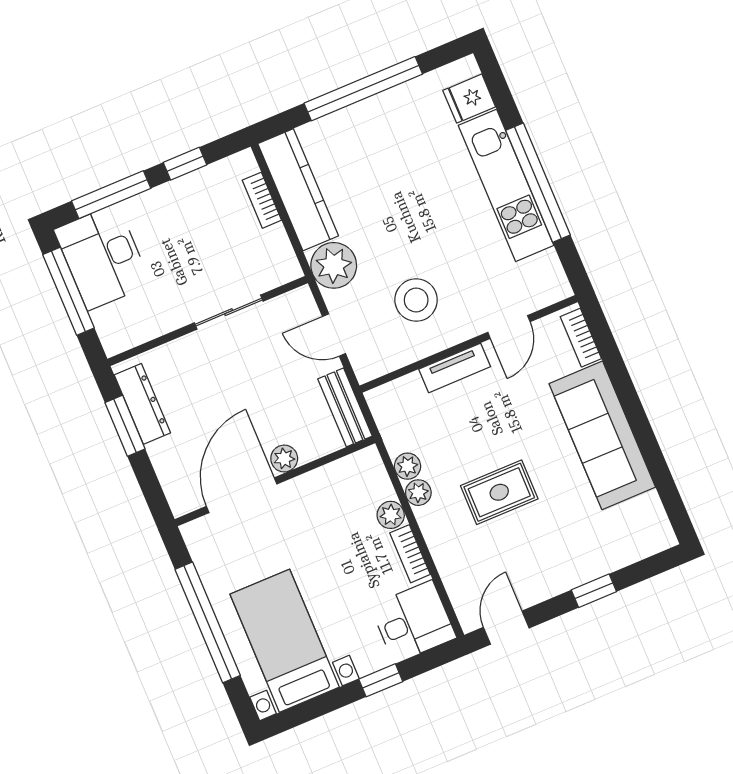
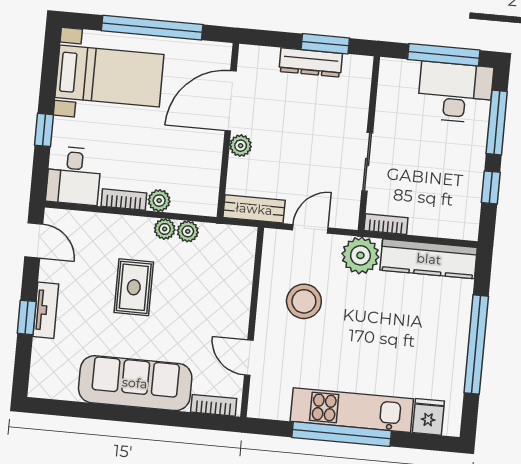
bookcase: (262, 200) -> (386, 224), moved
tv unit: (455, 368) -> (46, 310), moved, turned 180
dresser: (142, 404) -> (311, 62), moved
door: (242, 495) -> (231, 101), swing flipped

